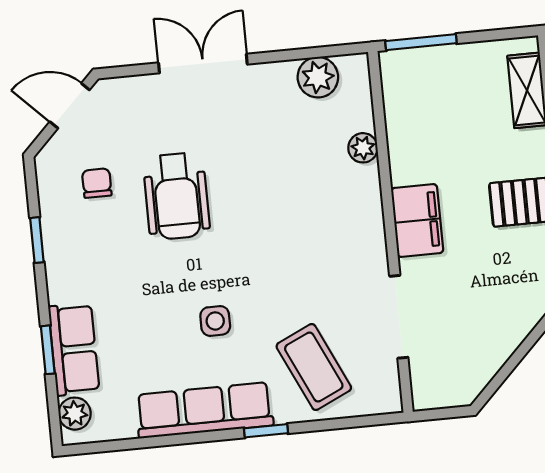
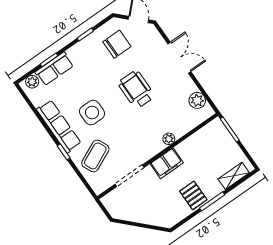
plant: (363, 148) -> (169, 139), moved
chair: (97, 183) -> (117, 44), width x1.87, depth x1.87
wheelchair: (176, 196) -> (136, 90), moved, turned 90
side table: (215, 321) -> (92, 113), width x1.87, depth x1.87

